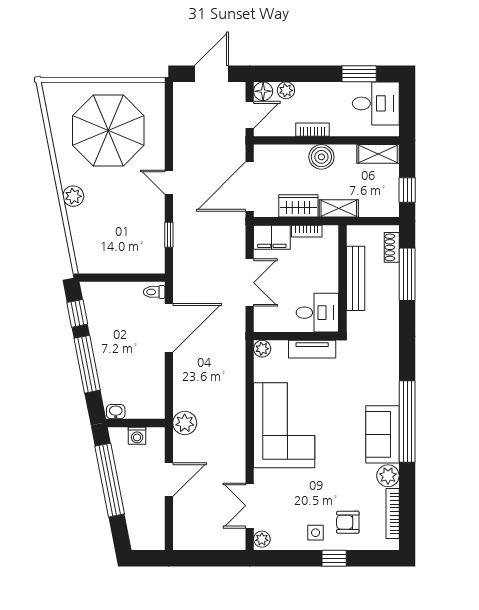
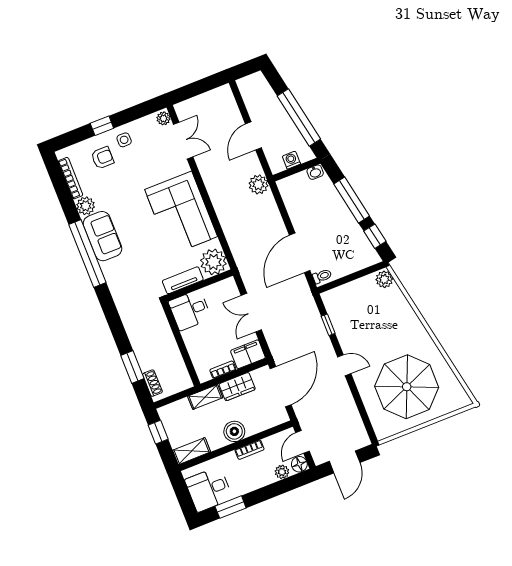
plant: (73, 196) -> (384, 279), moved
window: (407, 274) -> (132, 367), width x0.69
bench: (356, 278) -> (171, 348), removed
plant: (262, 349) -> (213, 262), width x1.87, depth x1.87

